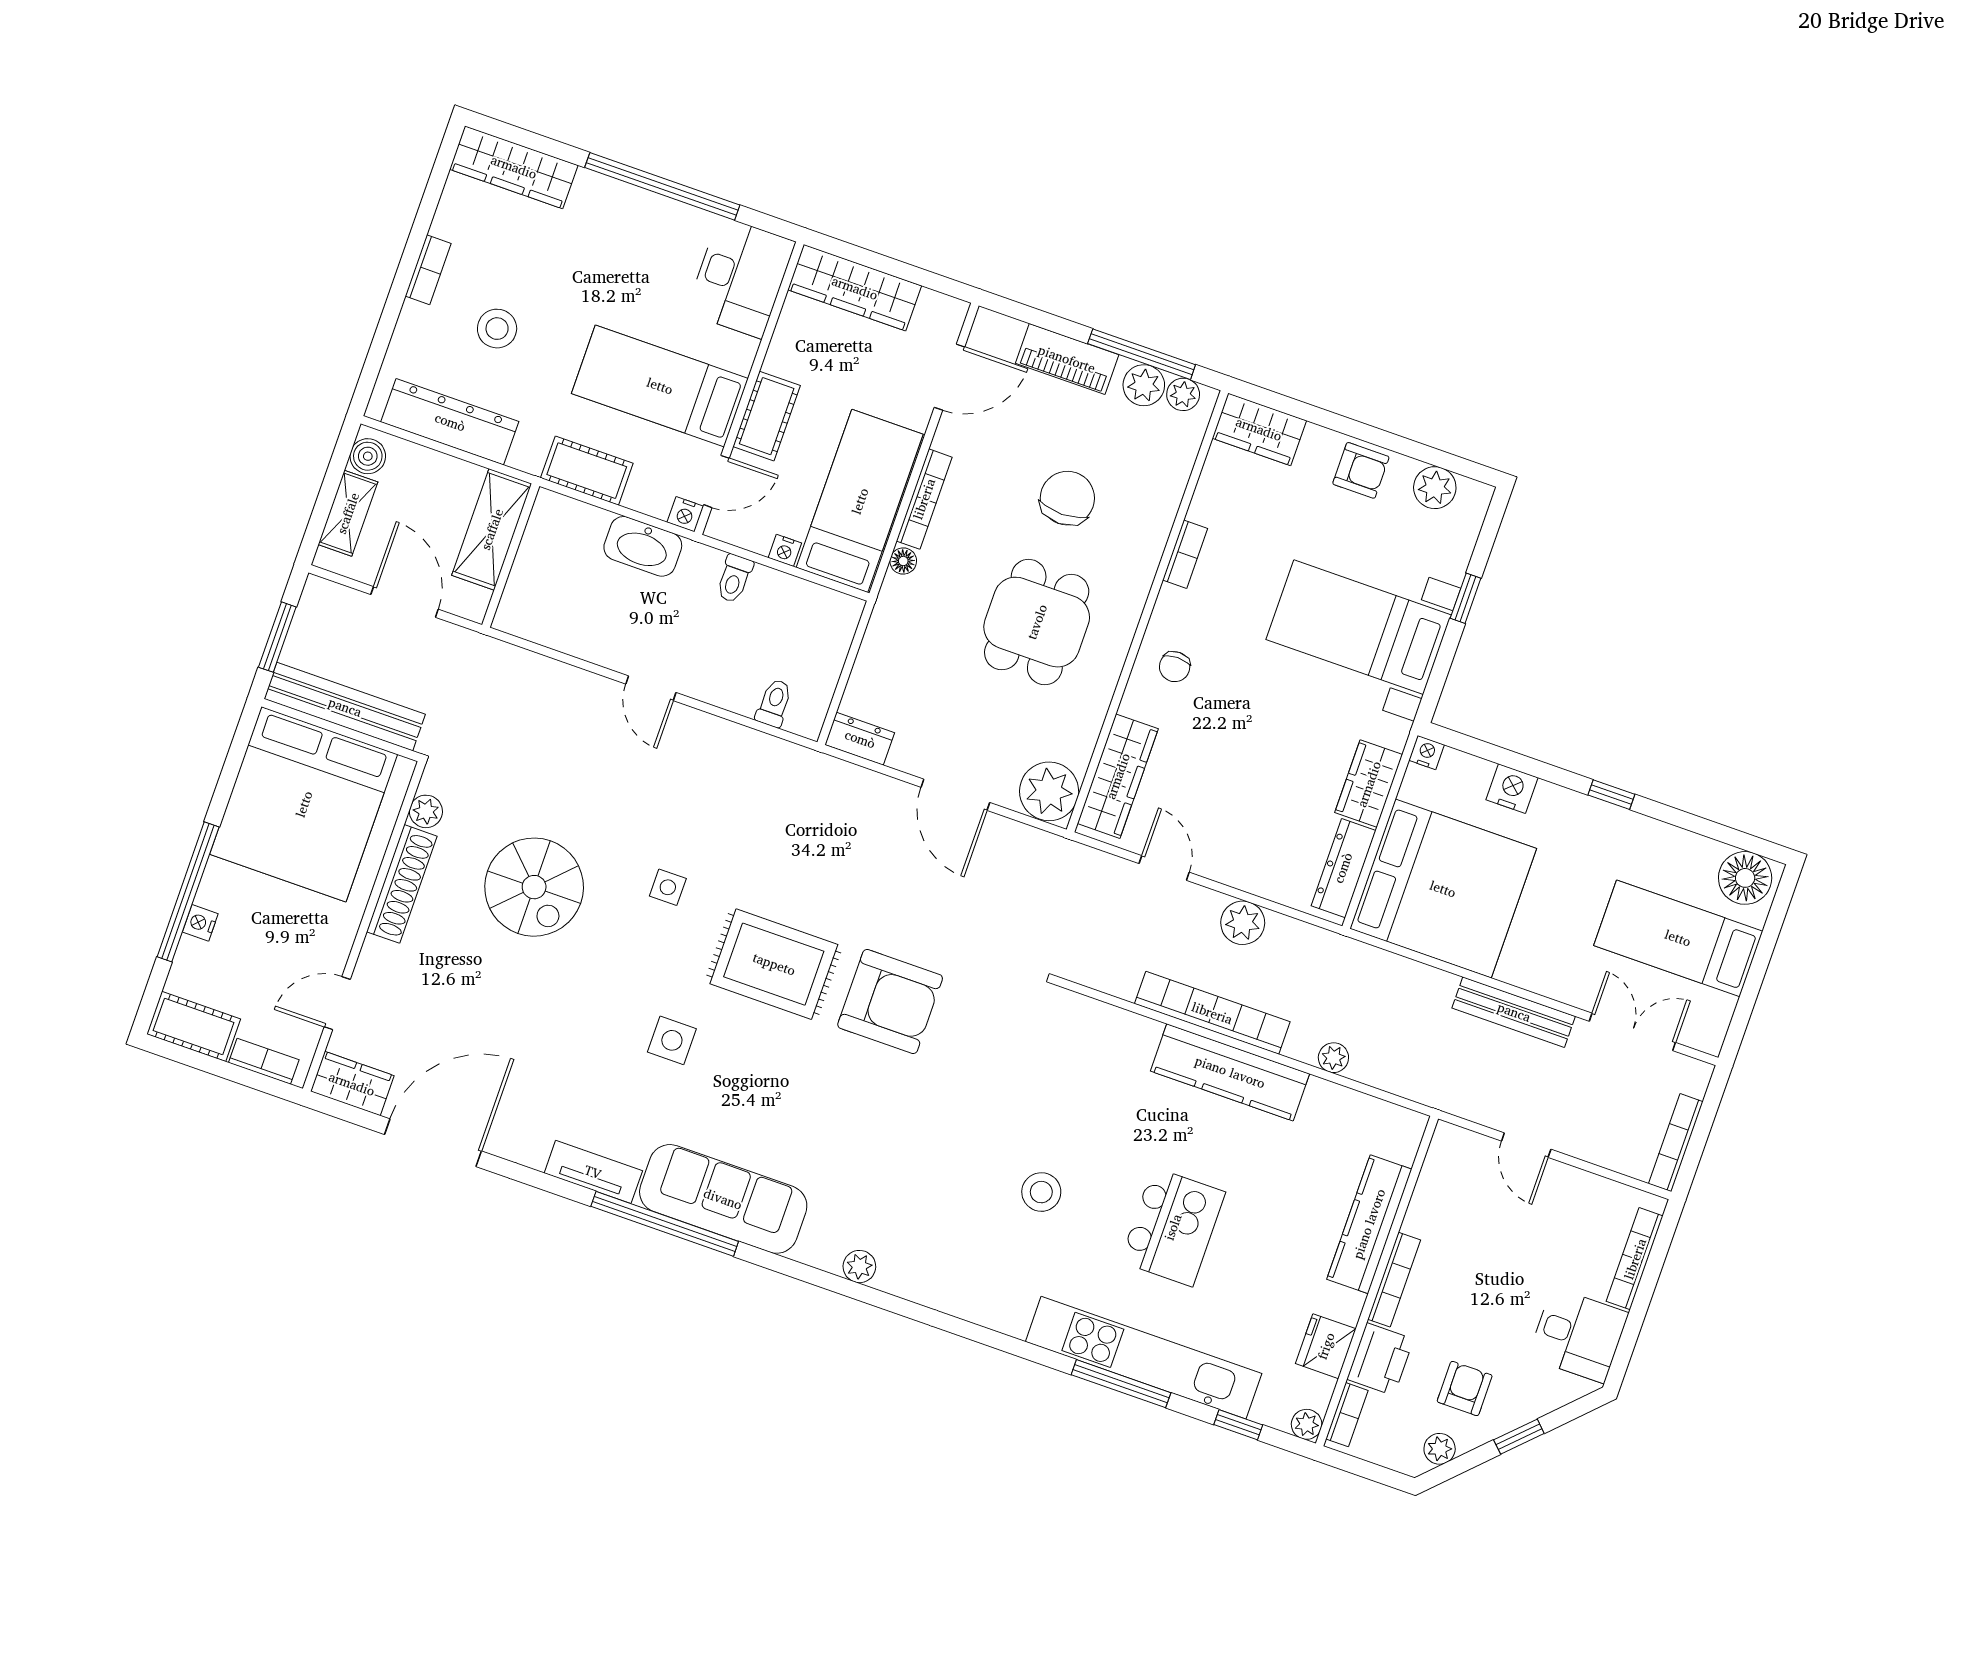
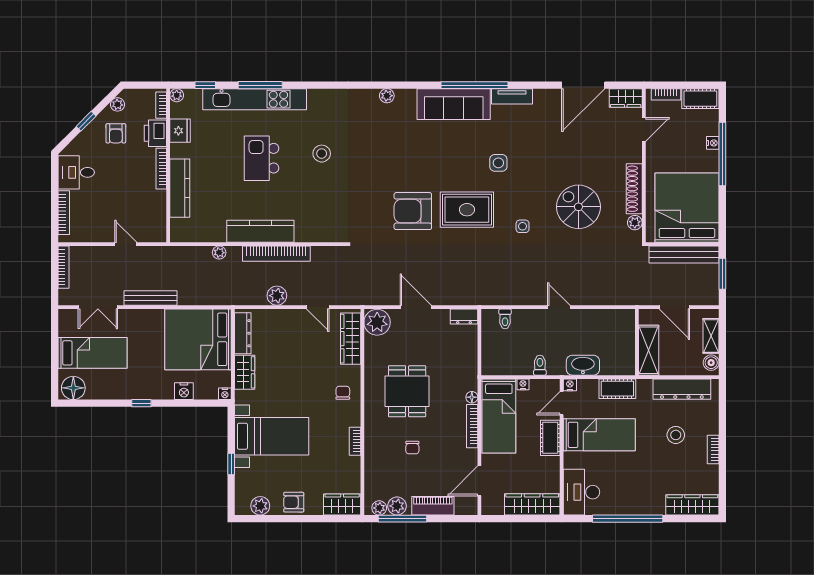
chair: (1067, 498) -> (412, 448), width x0.54, depth x0.54

